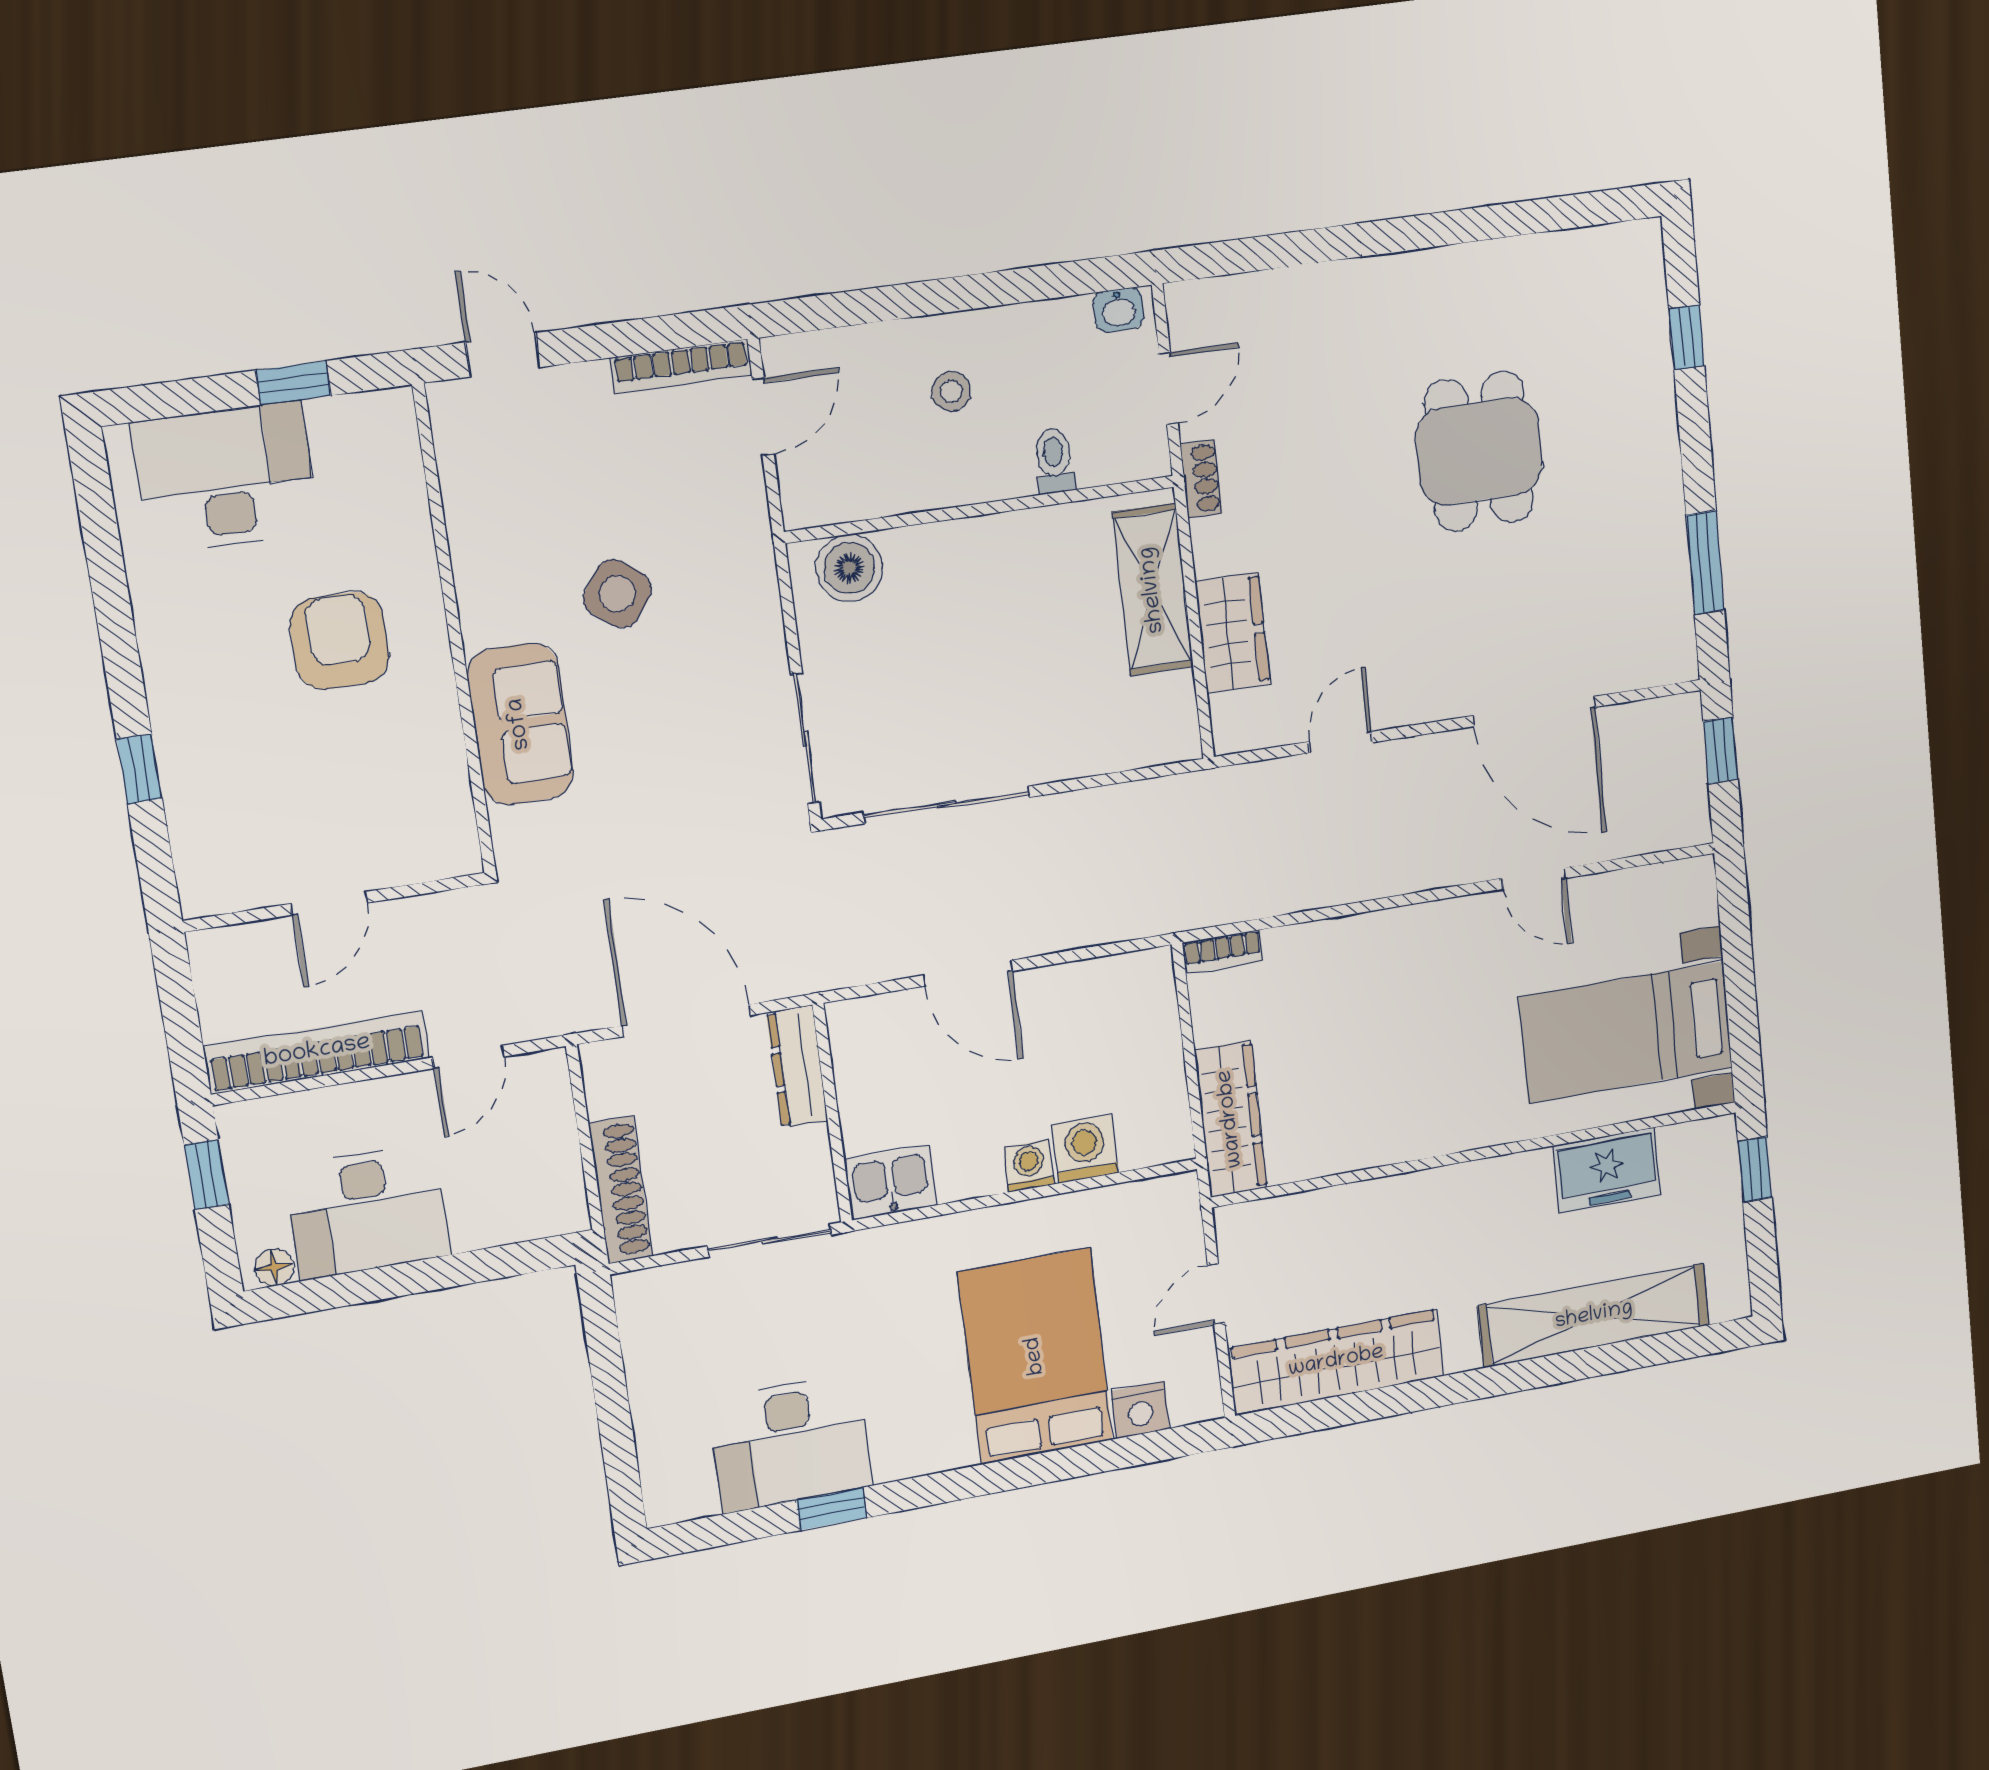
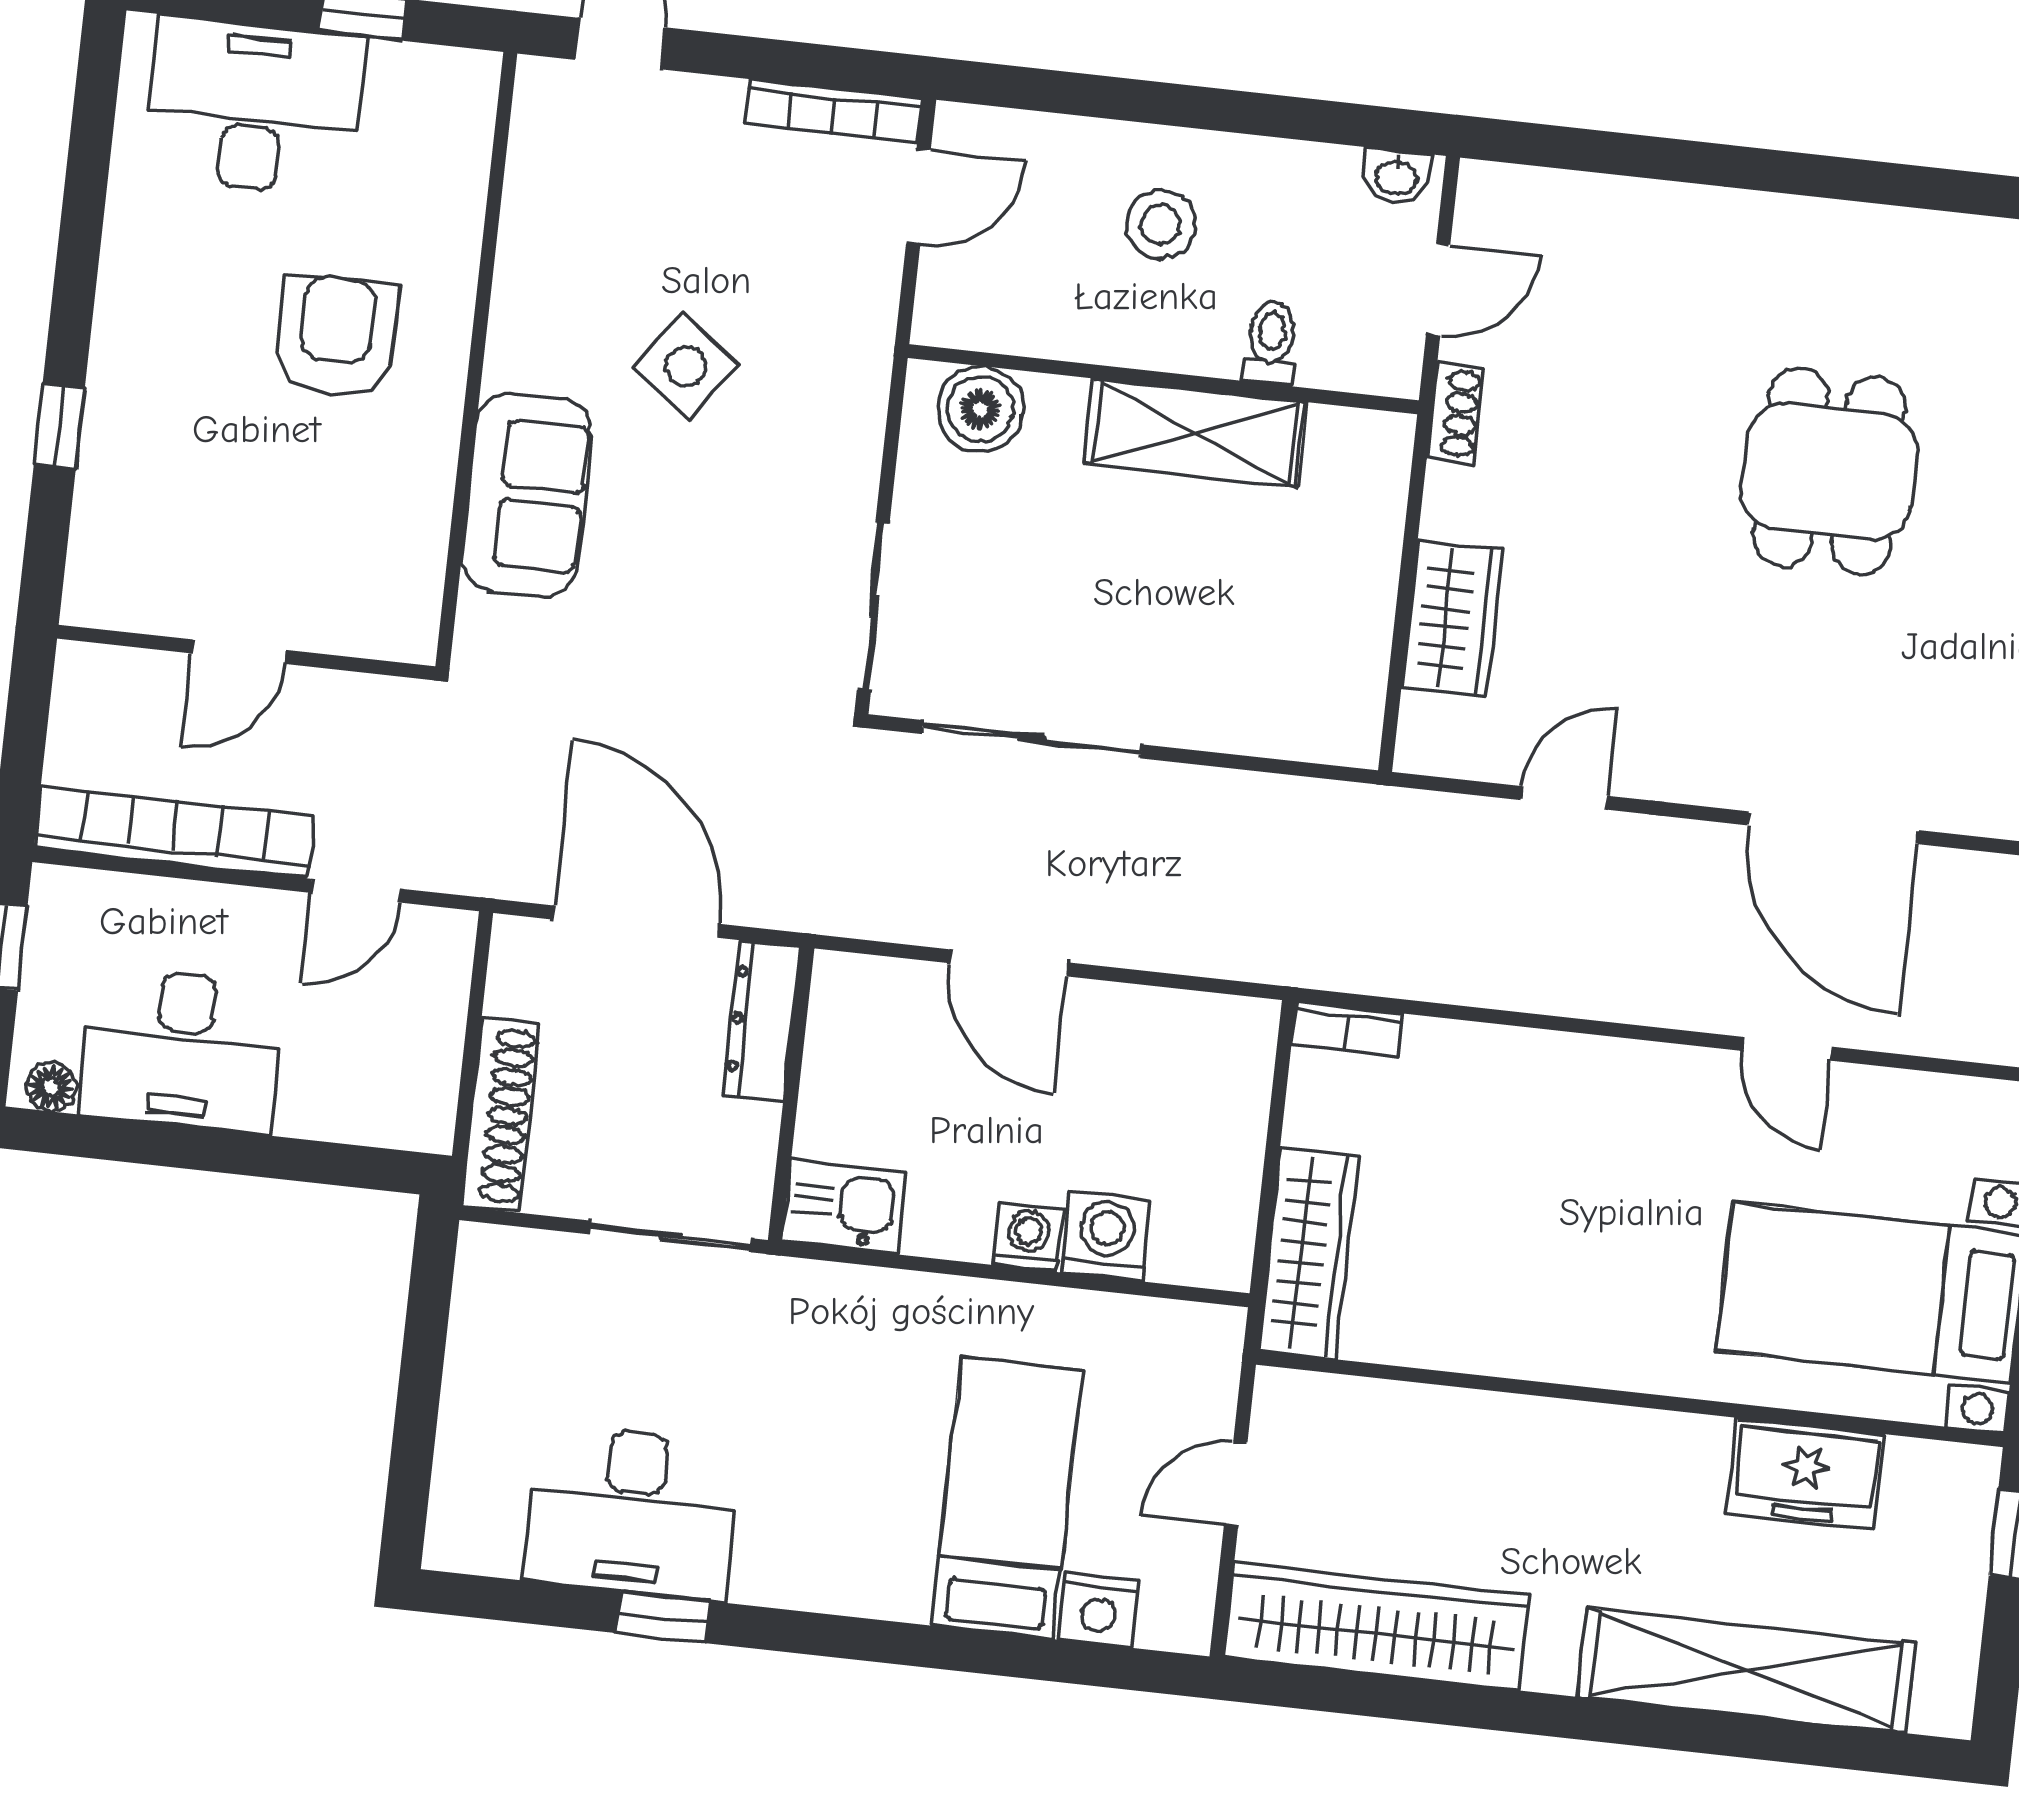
stool: (951, 391) -> (1160, 224), width x1.37, depth x1.37
shelving: (1153, 590) -> (1195, 433), moved, turned 90
bed: (1036, 1356) -> (1007, 1498), width x0.67

